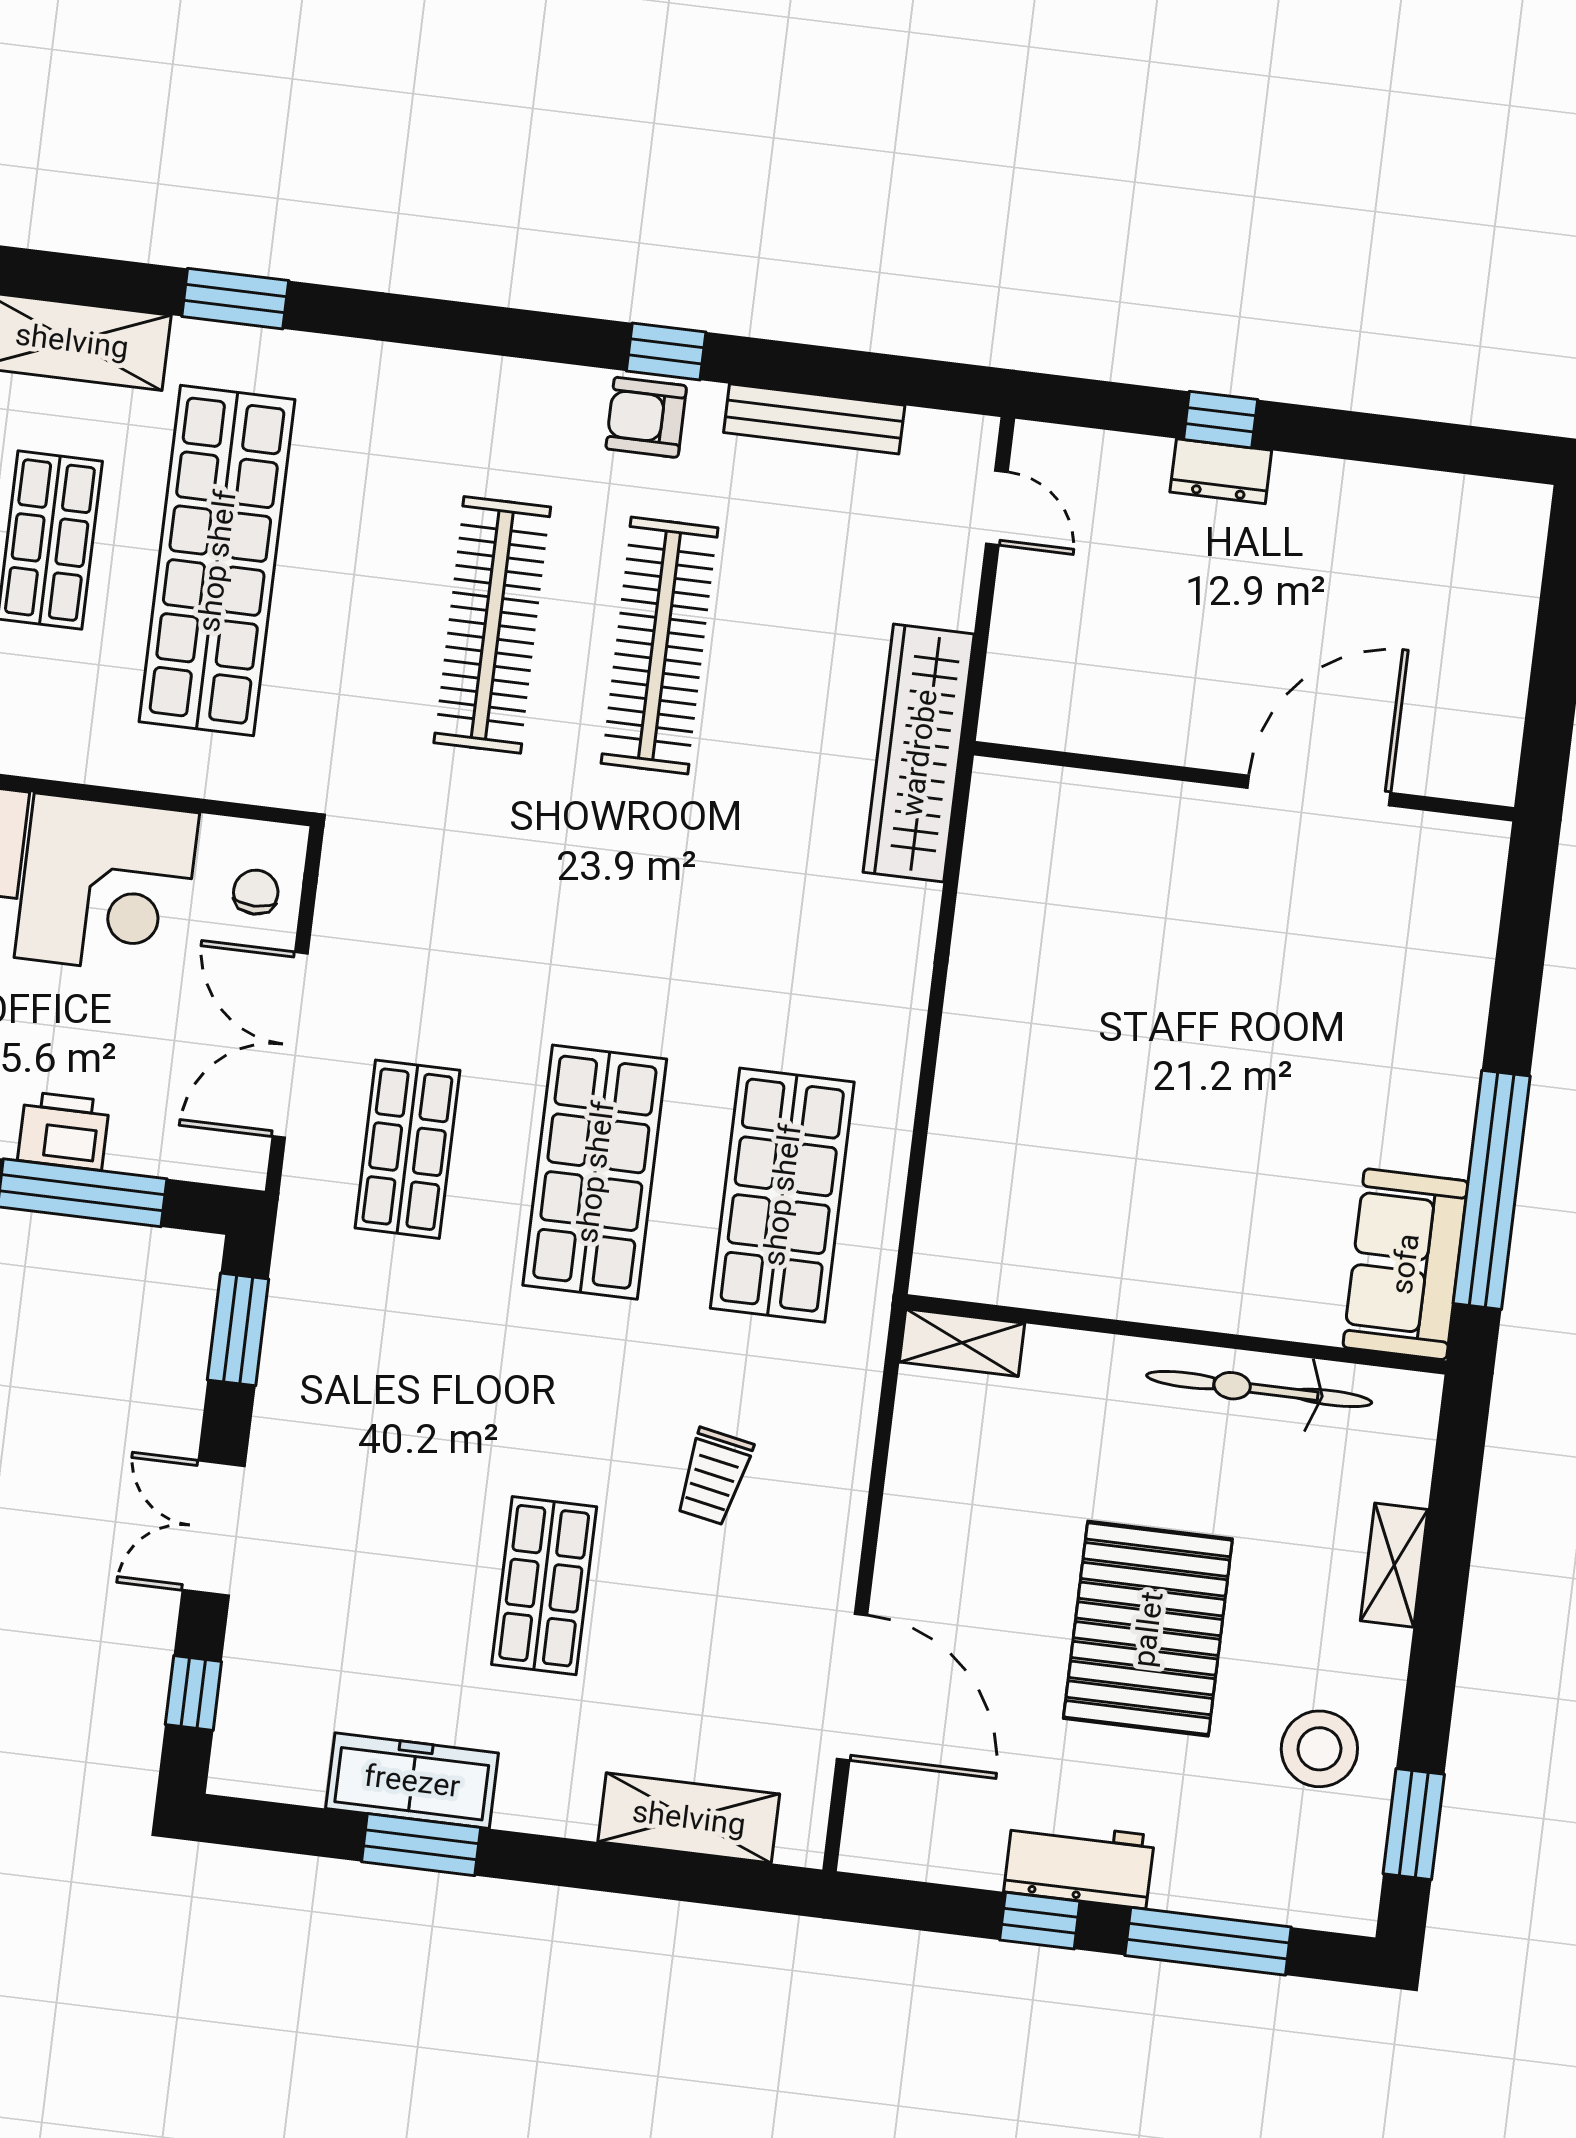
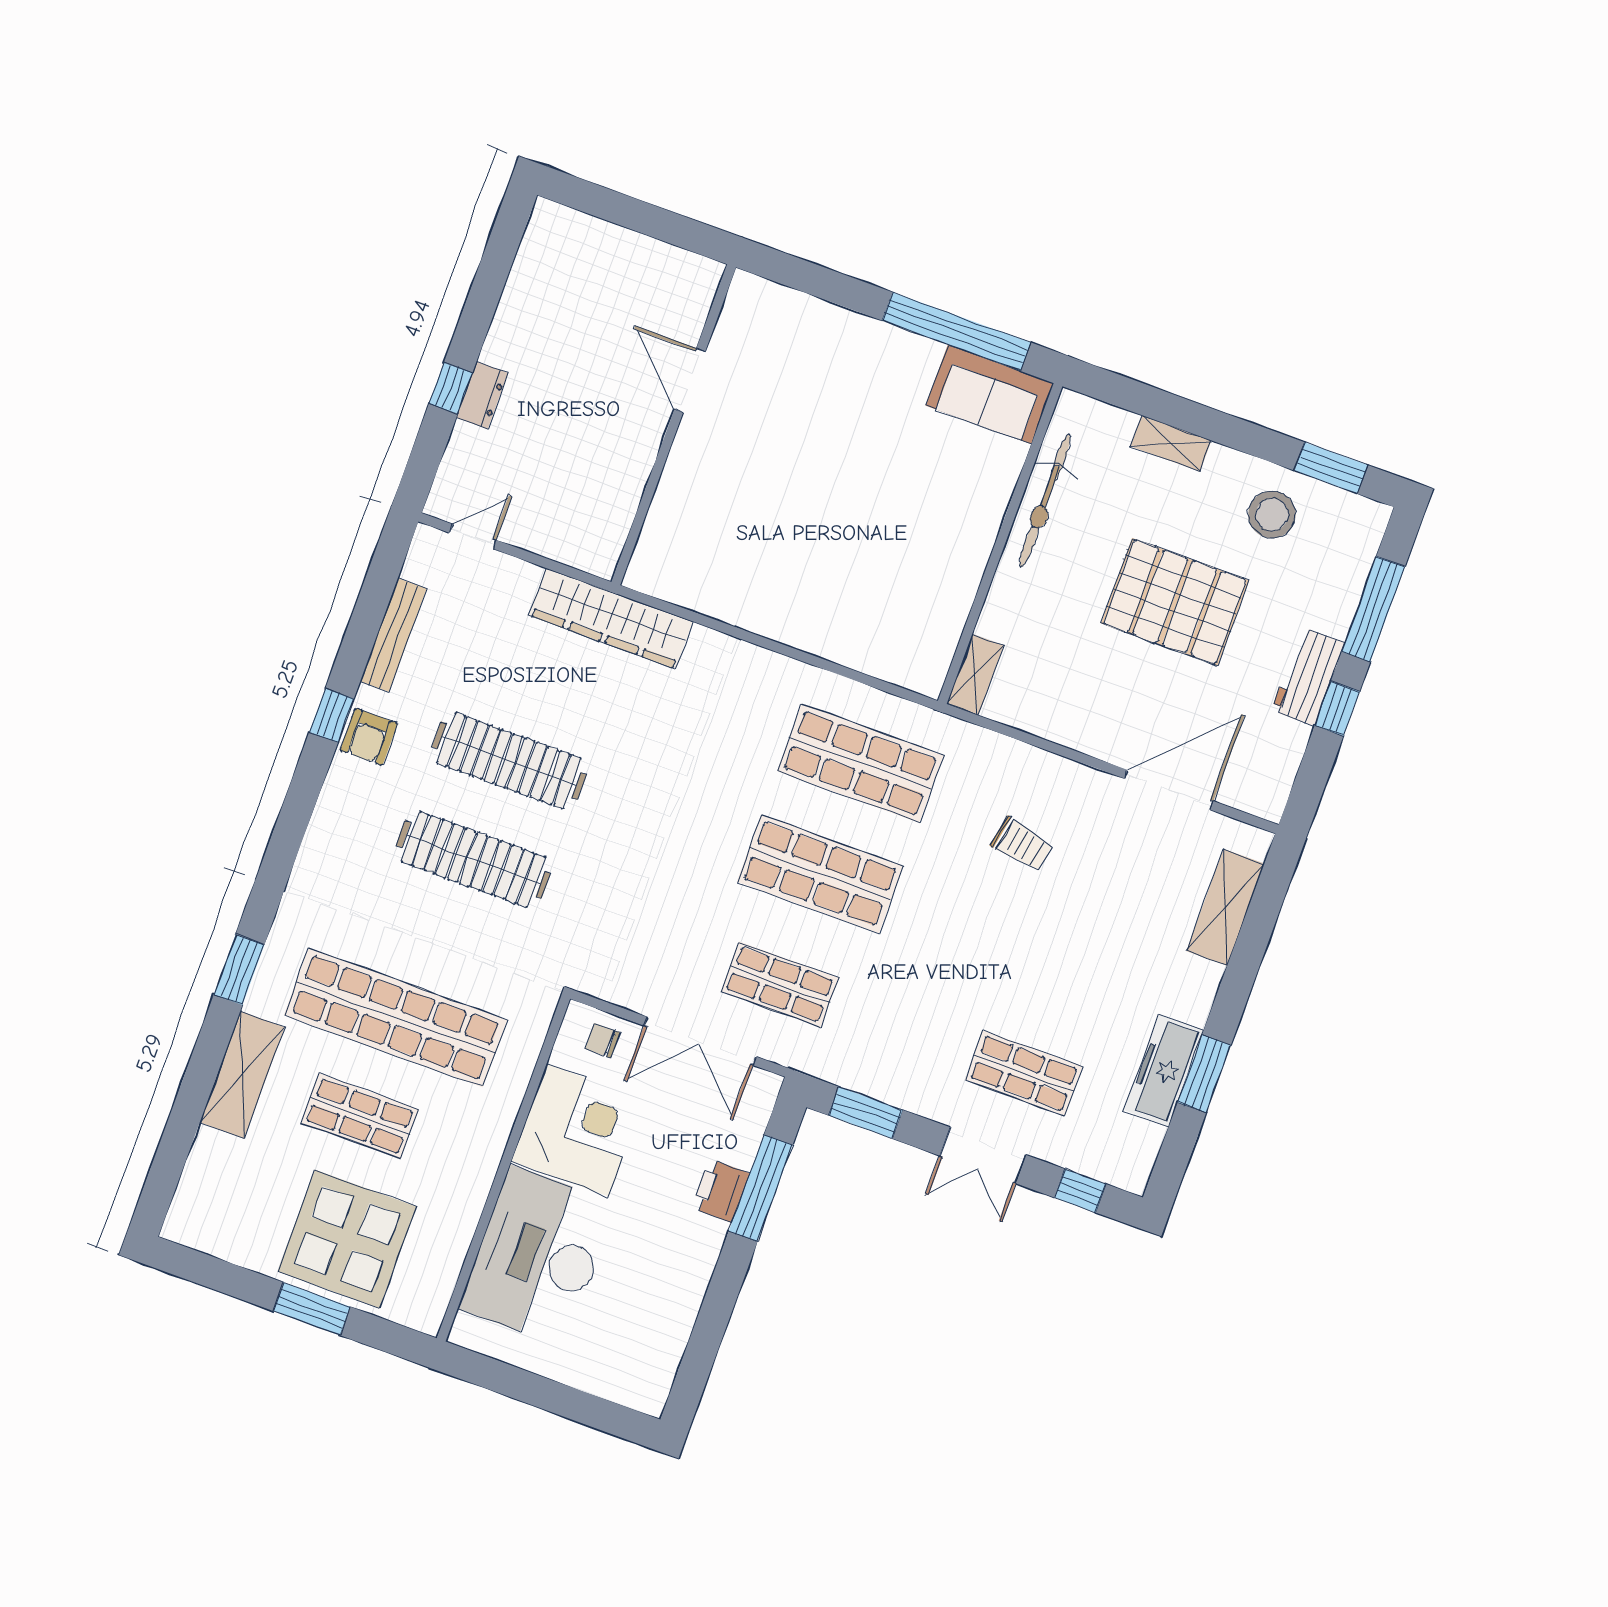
door: (1319, 790) -> (690, 380), width x0.73
shop shelf: (544, 1586) -> (1024, 1073), moved

